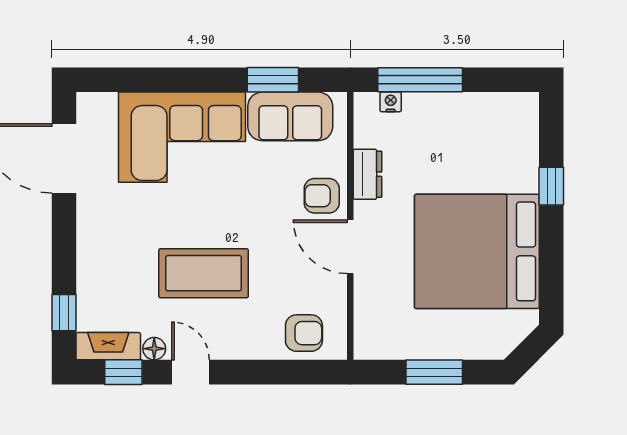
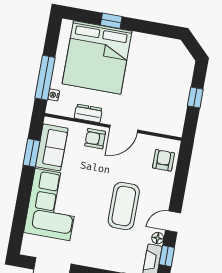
armchair: (322, 196) -> (95, 139), turned 90
bed: (477, 251) -> (97, 57), moved
window: (434, 372) -> (195, 97), width x0.67

